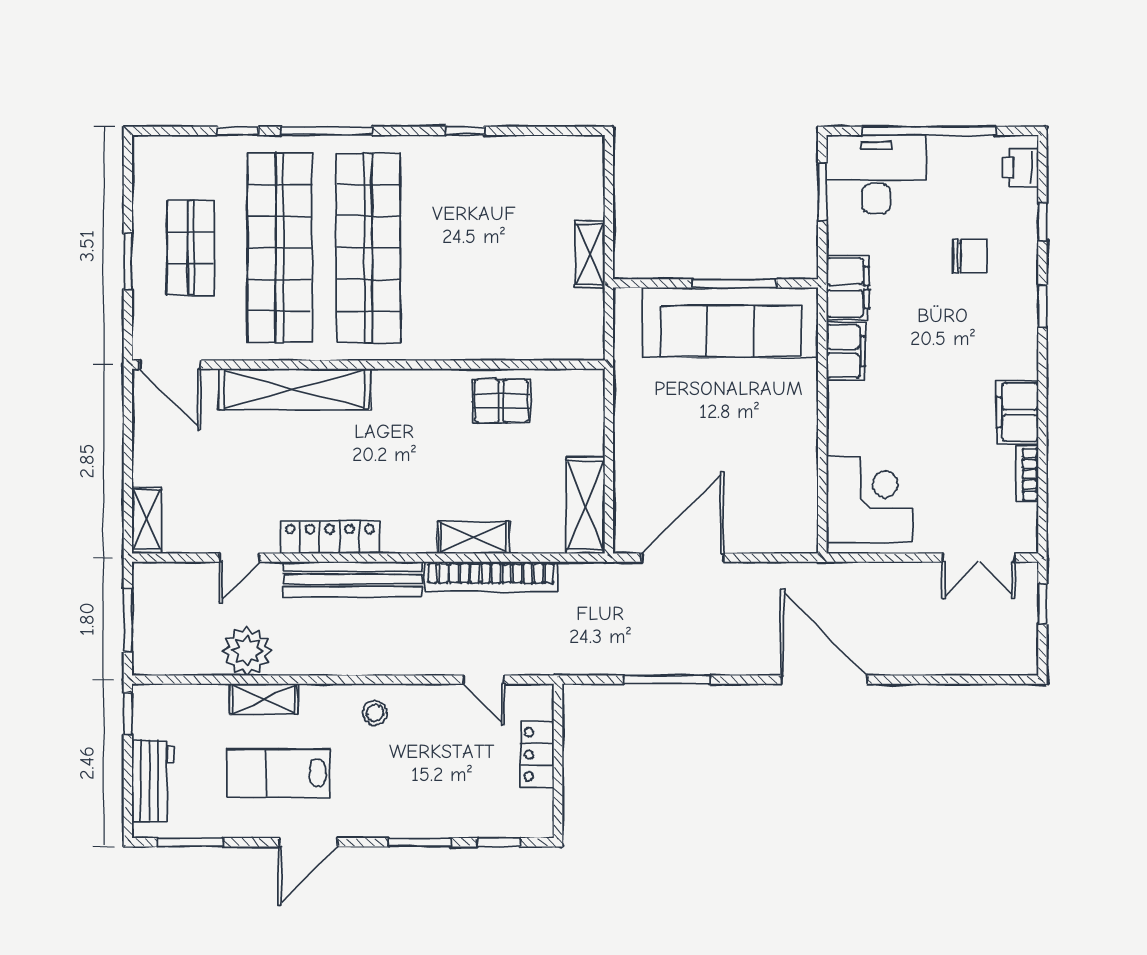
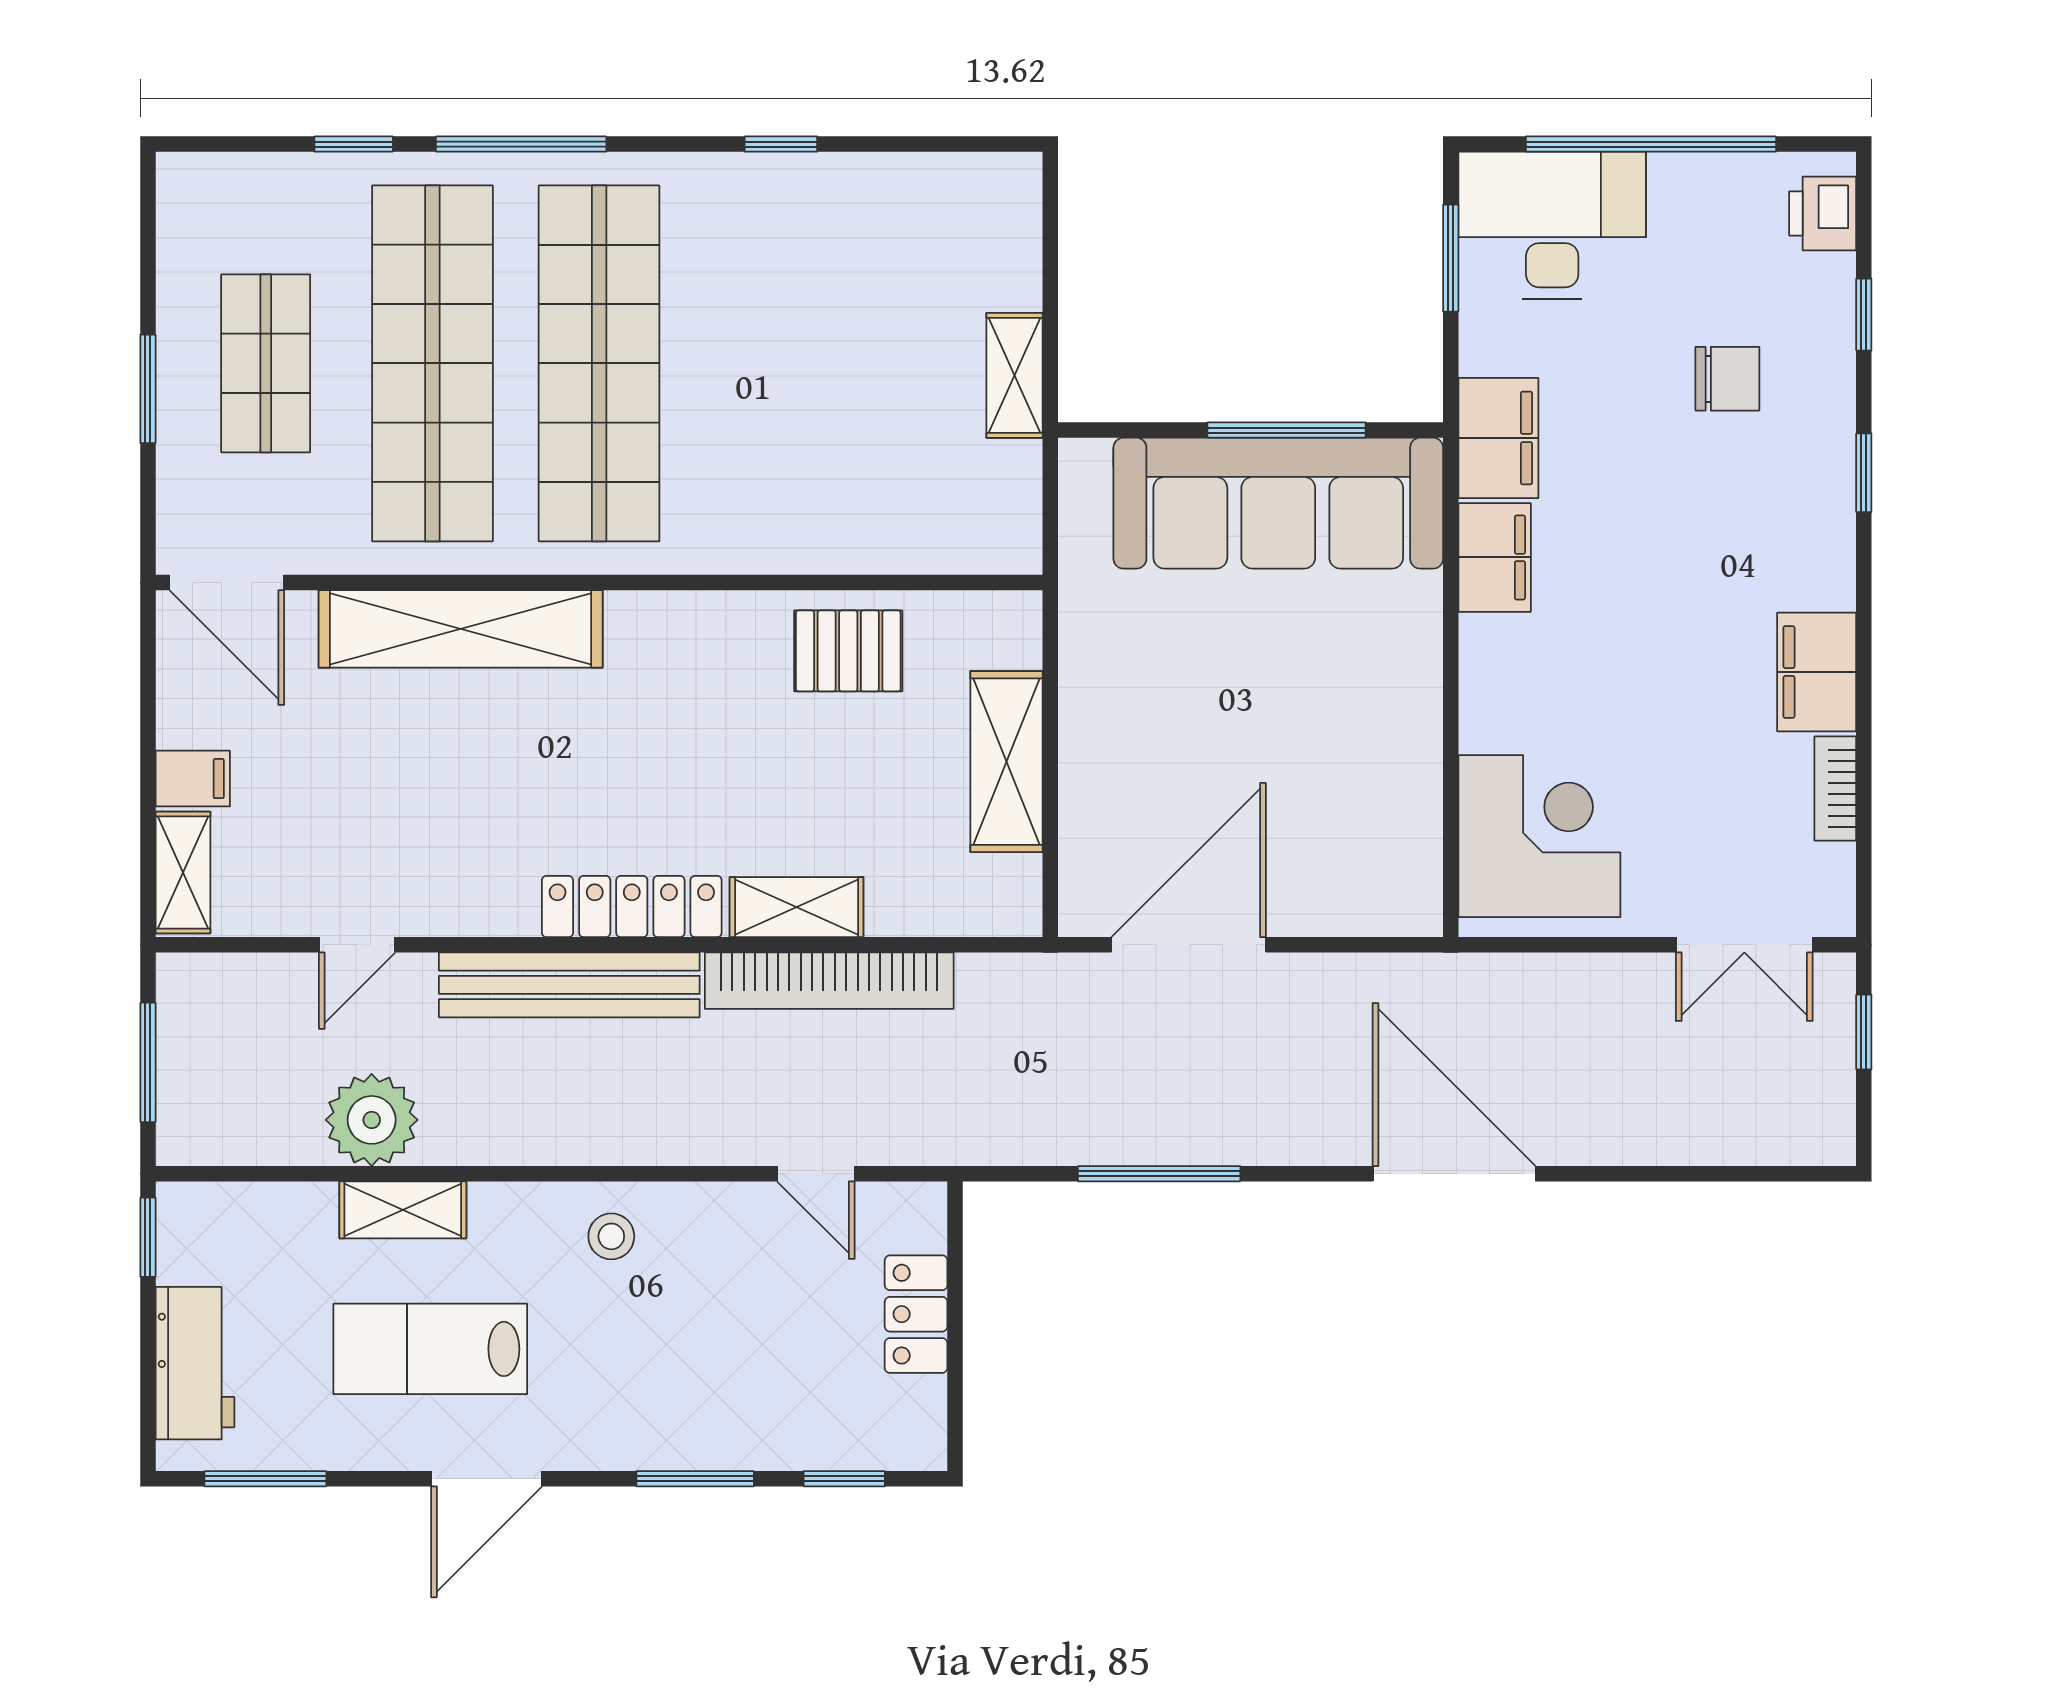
filing cabinet: (152, 469) -> (193, 779), added
shelving: (585, 505) -> (1007, 762), moved
locker: (330, 537) -> (632, 906), moved

